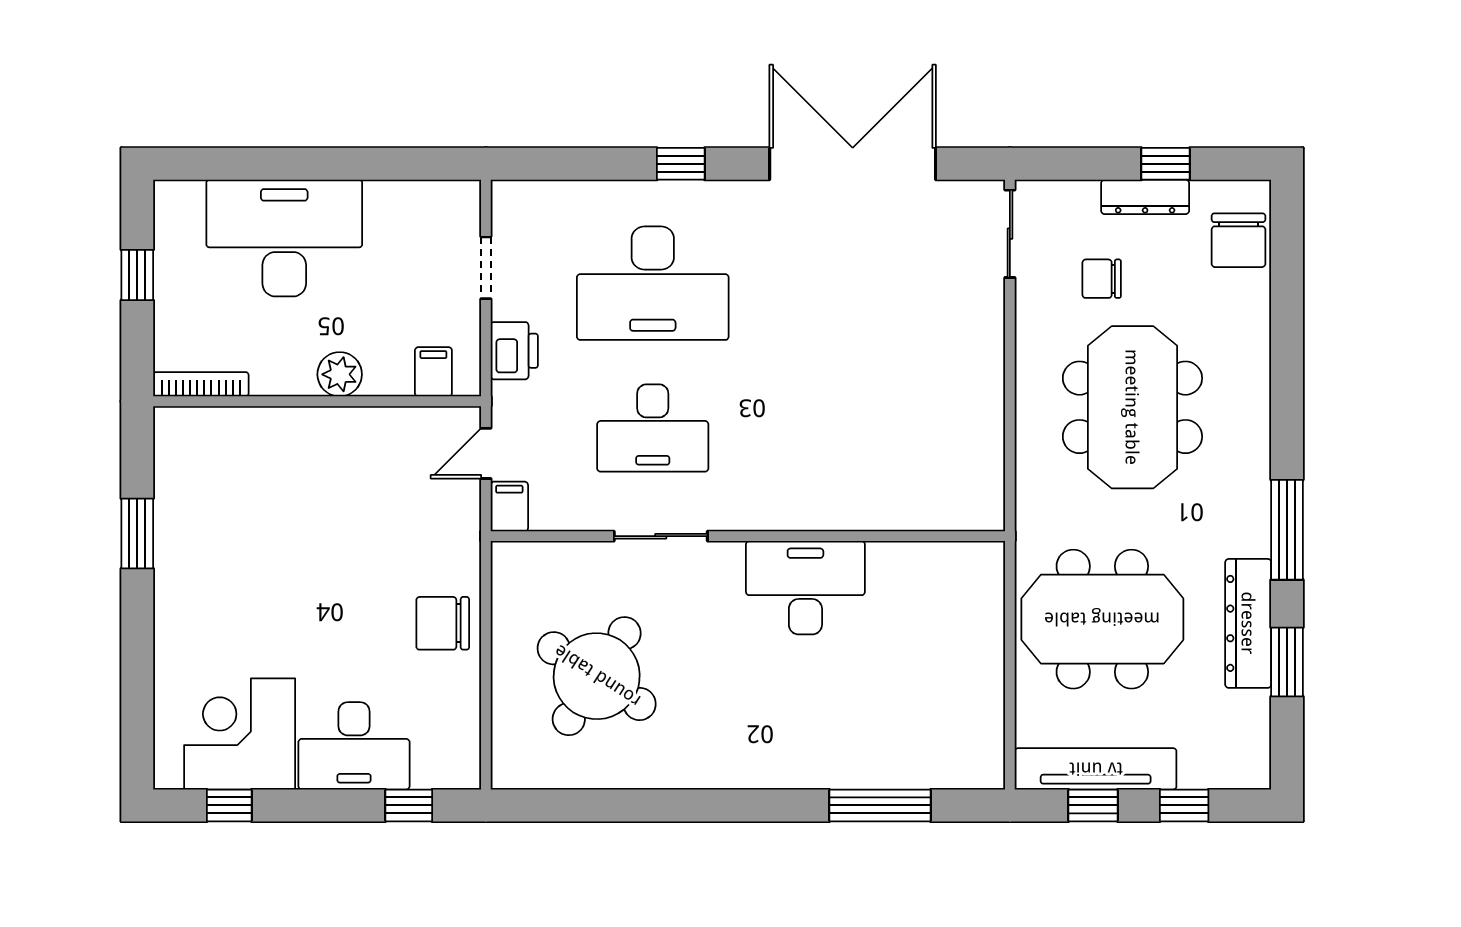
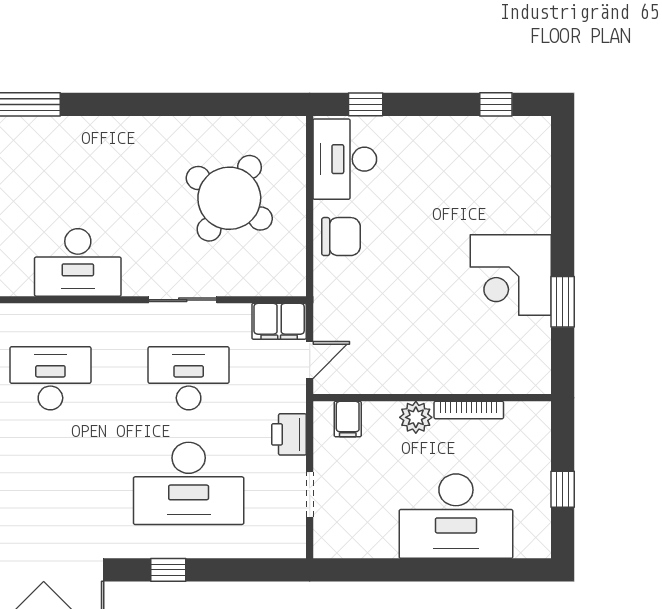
desk: (653, 283) -> (189, 483), turned 180
bookcase: (201, 384) -> (469, 410), moved
desk: (843, 428) -> (50, 378), added
filing cabinet: (509, 507) -> (279, 321), width x2.00
corner desk: (240, 734) -> (511, 275), moved, turned 90
desk: (354, 746) -> (345, 159), moved, turned -90

